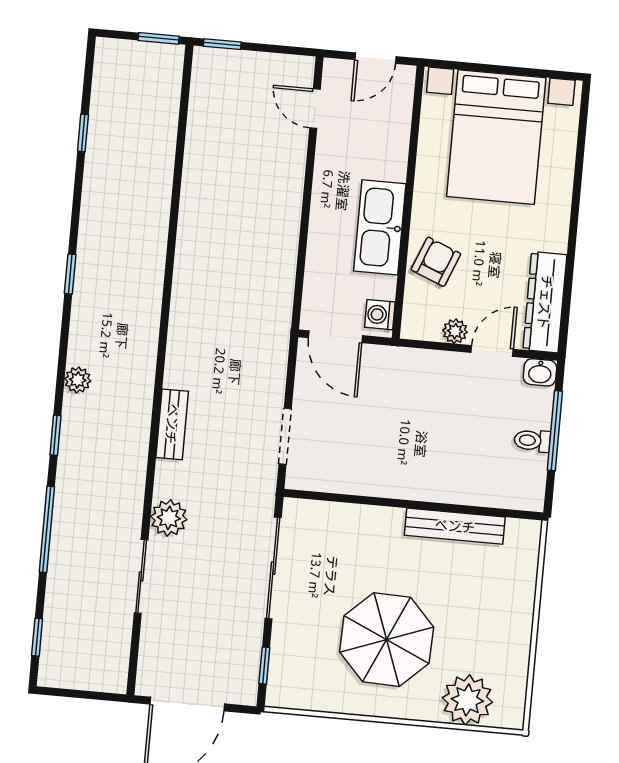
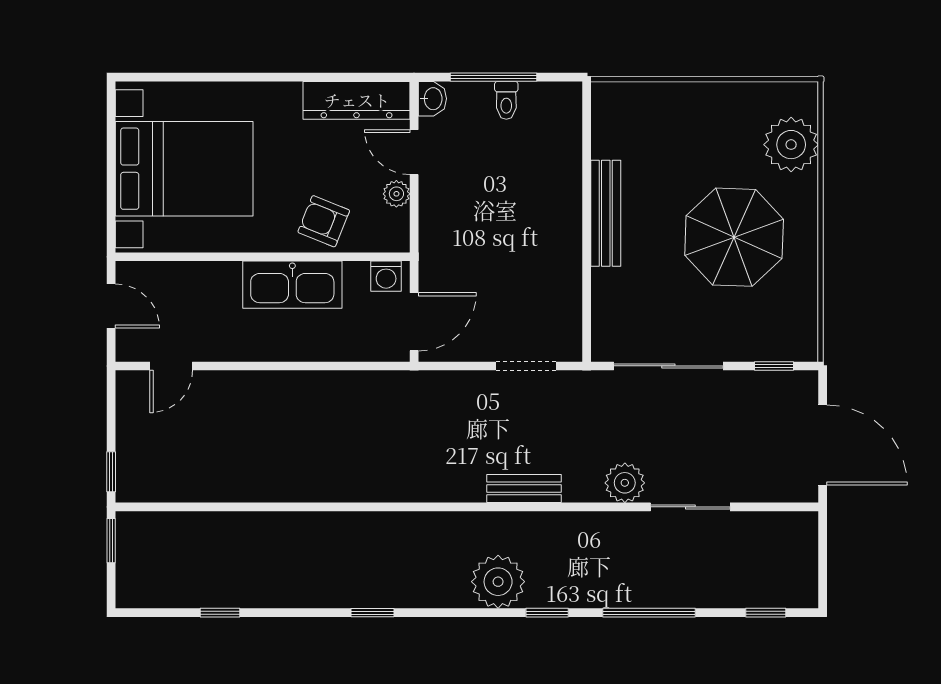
plant: (78, 380) -> (498, 582), width x1.88, depth x1.88
bench: (455, 526) -> (606, 213), moved

